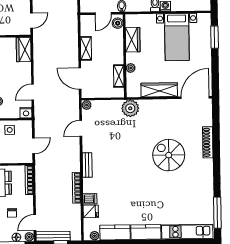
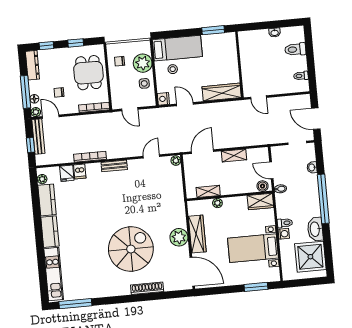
wardrobe: (133, 40) -> (260, 202), moved
wardrobe: (24, 50) -> (222, 92), width x1.50
plant: (130, 108) -> (179, 237), moved
door: (81, 128) -> (151, 156), hinge flipped
spiral stairs: (169, 155) -> (131, 249), width x1.37, depth x1.37

